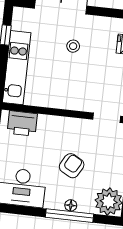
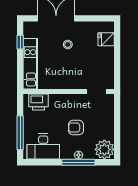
armchair: (72, 166) -> (76, 128), turned -119

